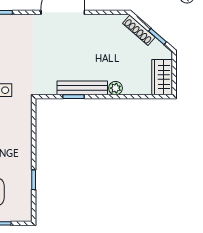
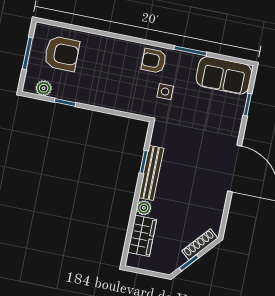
wardrobe: (162, 77) -> (142, 236), moved, turned 90
plant: (25, 202) -> (44, 88), added

